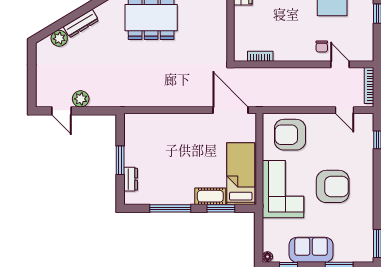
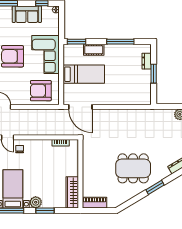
armchair: (290, 135) -> (41, 91), turned 180
bed: (241, 174) -> (84, 74), moved, turned -90
window: (221, 208) -> (77, 42), moved

